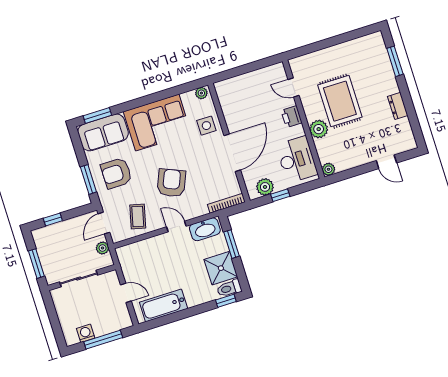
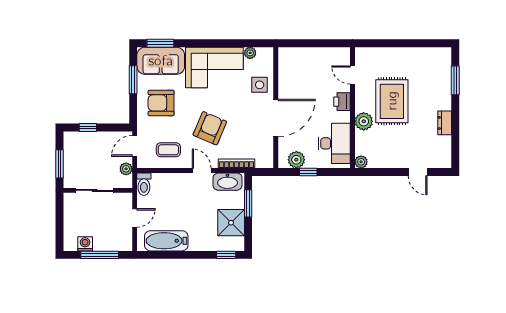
plant: (201, 93) -> (250, 53), moved
window: (88, 179) -> (133, 80), moved
bookcase: (226, 203) -> (236, 164), moved
coffee table: (138, 217) -> (168, 150), turned 76
toilet: (229, 288) -> (144, 184), moved, turned -90
door: (126, 293) -> (135, 218), hinge flipped

